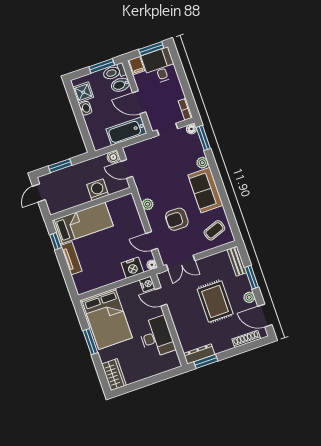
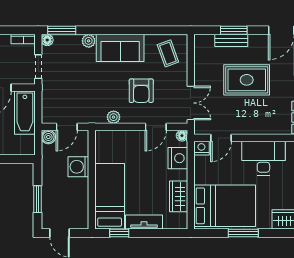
bench: (237, 261) -> (231, 40), moved
wardrobe: (102, 279) -> (179, 196), added
plant: (249, 297) -> (255, 41), removed

